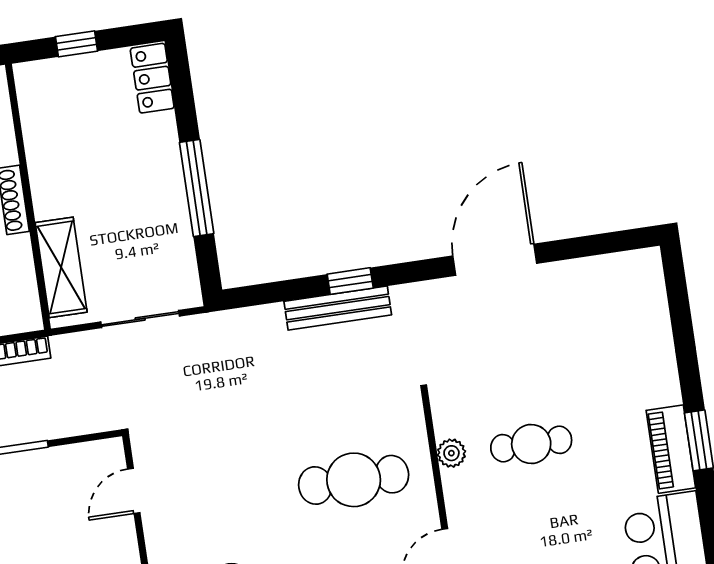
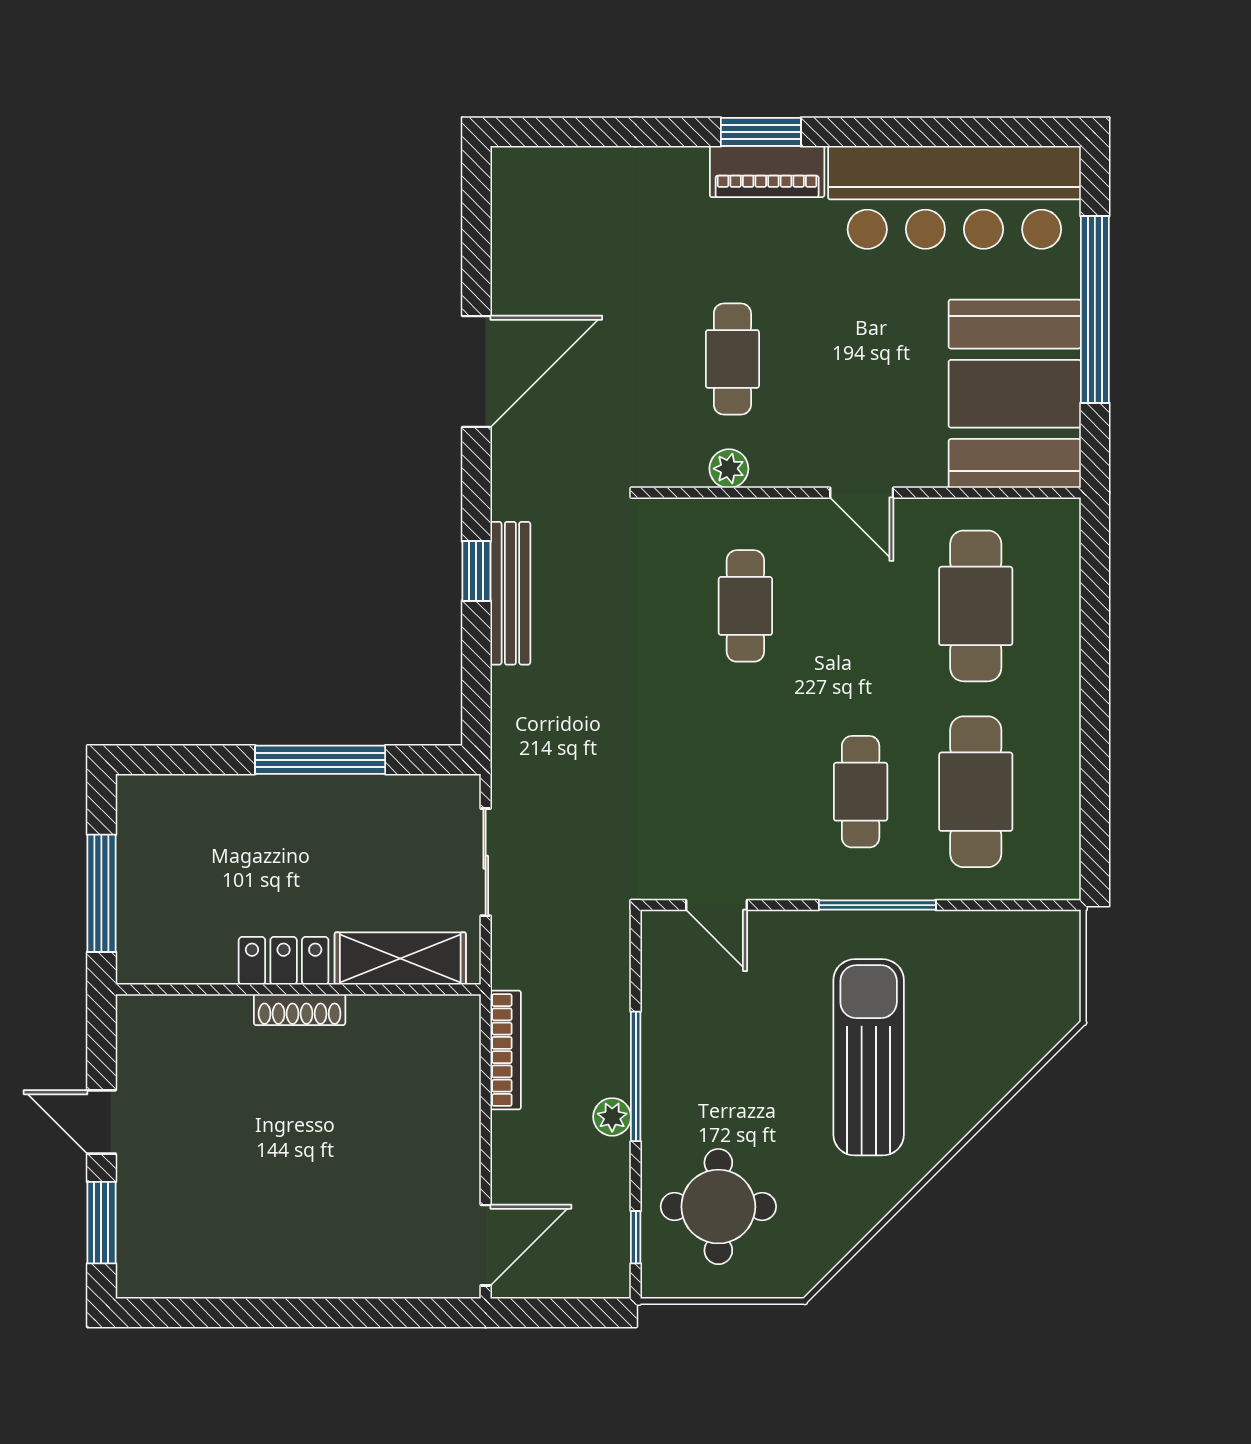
window: (76, 44) -> (101, 893), width x2.17
locker: (152, 78) -> (284, 961), moved, turned 180
door: (495, 260) -> (476, 371), swing flipped
cafe table: (354, 480) -> (745, 606), width x0.73, depth x0.74

